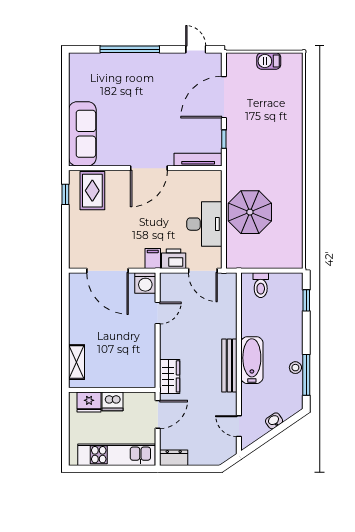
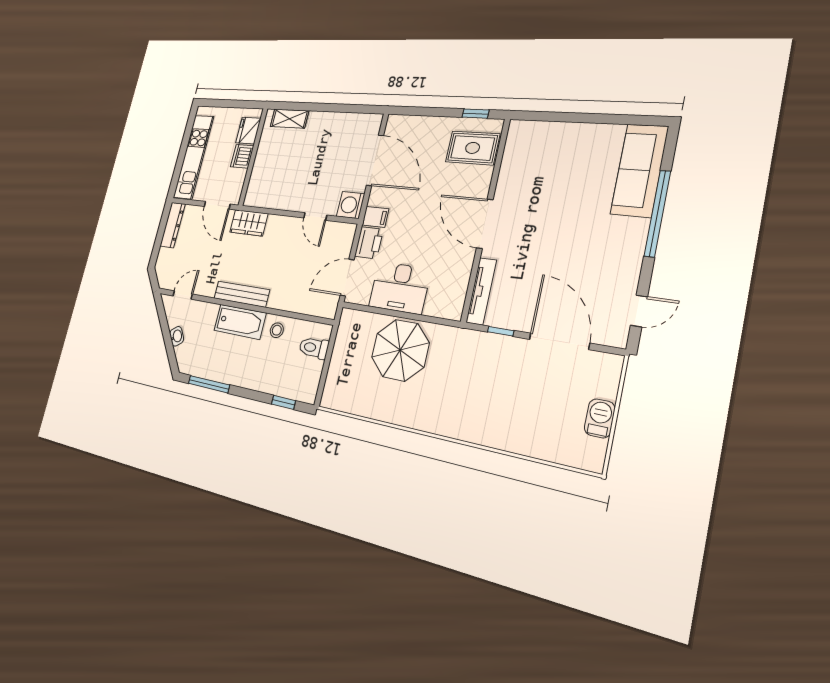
sofa: (82, 134) -> (639, 170), moved, turned 90
door: (107, 271) -> (375, 160), swing flipped
stool: (295, 368) -> (277, 330), moved
dresser: (174, 458) -> (173, 225), width x1.44

